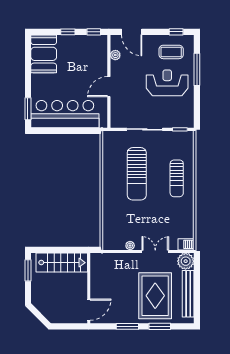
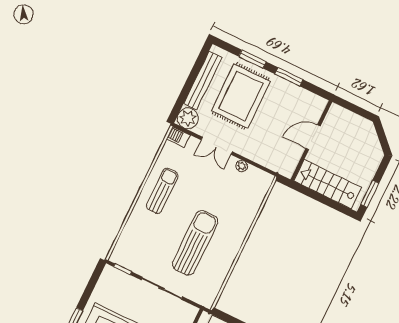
sun lounger: (177, 178) -> (162, 191), moved
door: (89, 310) -> (313, 137), moved

